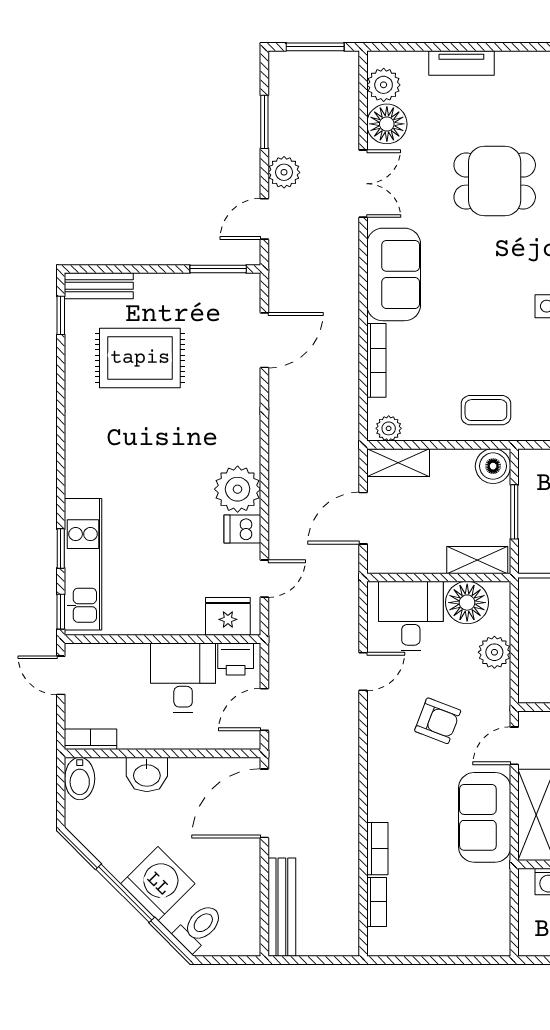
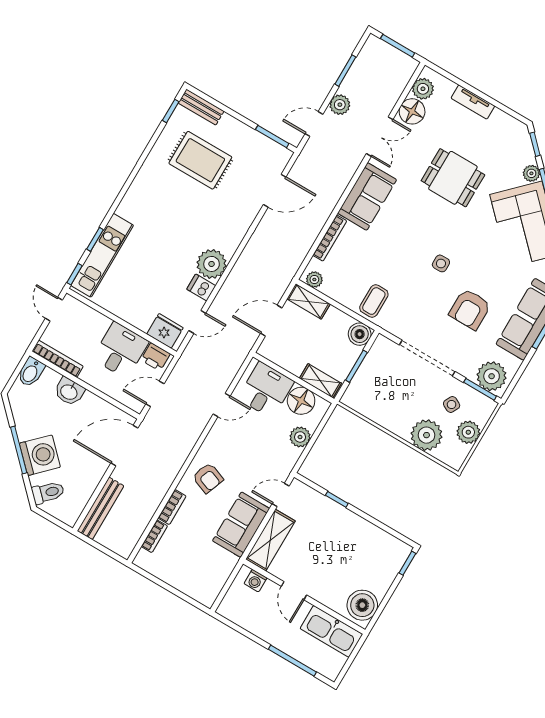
coffee table: (486, 410) -> (374, 301), turned 90
armchair: (438, 721) -> (208, 478), moved
bookcase: (90, 739) -> (58, 359), width x1.56

